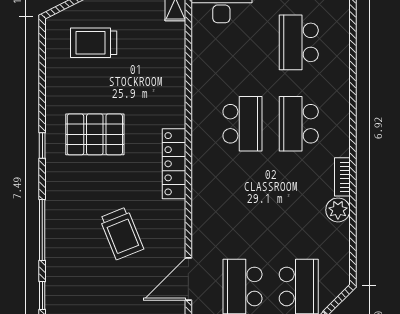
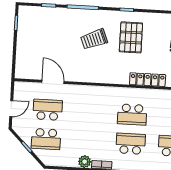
locker: (174, 164) -> (148, 80), moved
trolley: (122, 233) -> (94, 39), moved

